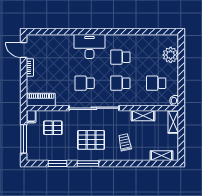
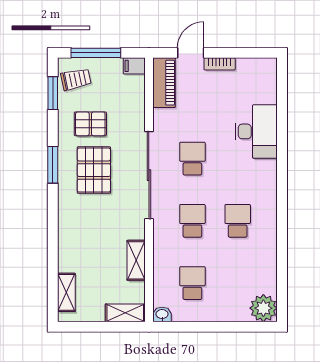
desk: (89, 47) -> (256, 131), moved
door: (24, 50) -> (191, 53), moved
plant: (171, 55) -> (263, 308), moved
pallet: (53, 128) -> (90, 124), moved, turned 90
trolley: (125, 142) -> (76, 79), moved
window: (58, 164) -> (53, 93), moved

